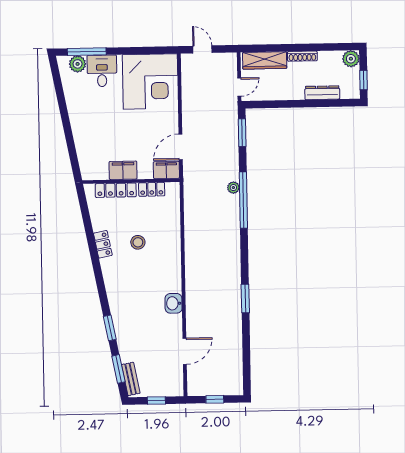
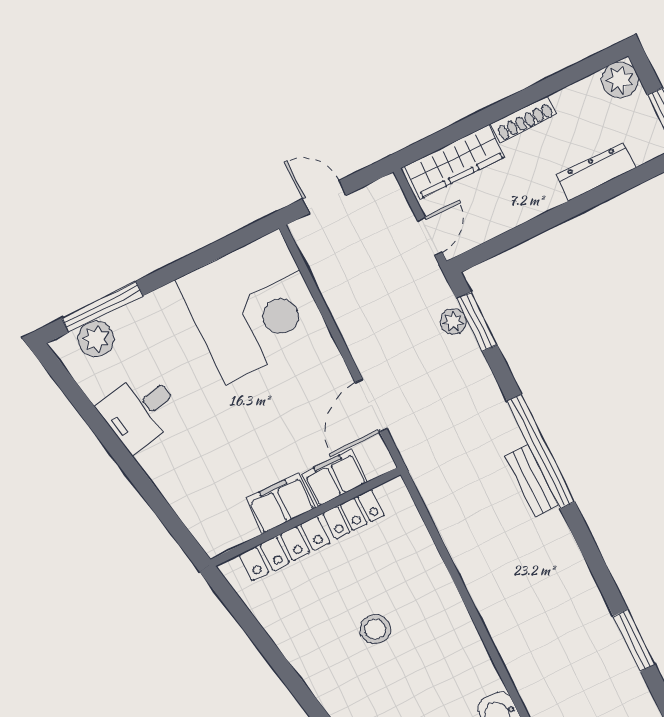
desk: (102, 71) -> (140, 411), moved, turned -101
filing cabinet: (166, 170) -> (335, 478), moved
plant: (233, 188) -> (453, 322), moved
bench: (234, 211) -> (532, 480), added
locker: (103, 244) -> (309, 665), removed

